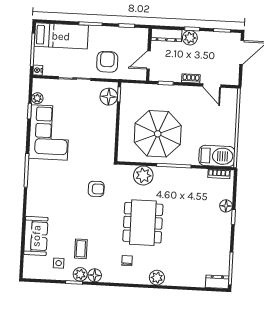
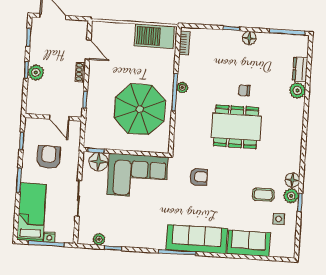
dresser: (167, 35) -> (33, 98), removed
armchair: (107, 62) -> (49, 157), moved, turned 90
nightstand: (38, 70) -> (49, 237), moved
door: (212, 86) -> (88, 50), hinge flipped
corner sofa: (49, 133) -> (137, 176), moved, turned 180
barbecue: (217, 156) -> (154, 36), moved, turned -90
plant: (143, 175) -> (182, 87), moved, width x0.53, depth x0.53
sofa: (39, 188) -> (197, 239), added
armchair: (96, 189) -> (199, 177), turned 90
floor lamp: (226, 206) -> (249, 38), moved
chair: (127, 261) -> (244, 90), moved
plant: (157, 278) -> (297, 91), moved
dresser: (217, 282) -> (300, 69), moved

